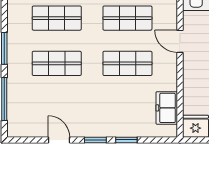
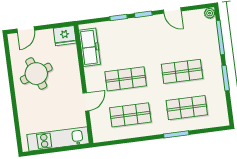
door: (180, 41) -> (86, 102), hinge flipped
freezer: (167, 108) -> (90, 47), width x1.40
plant: (13, 131) -> (210, 13), added

